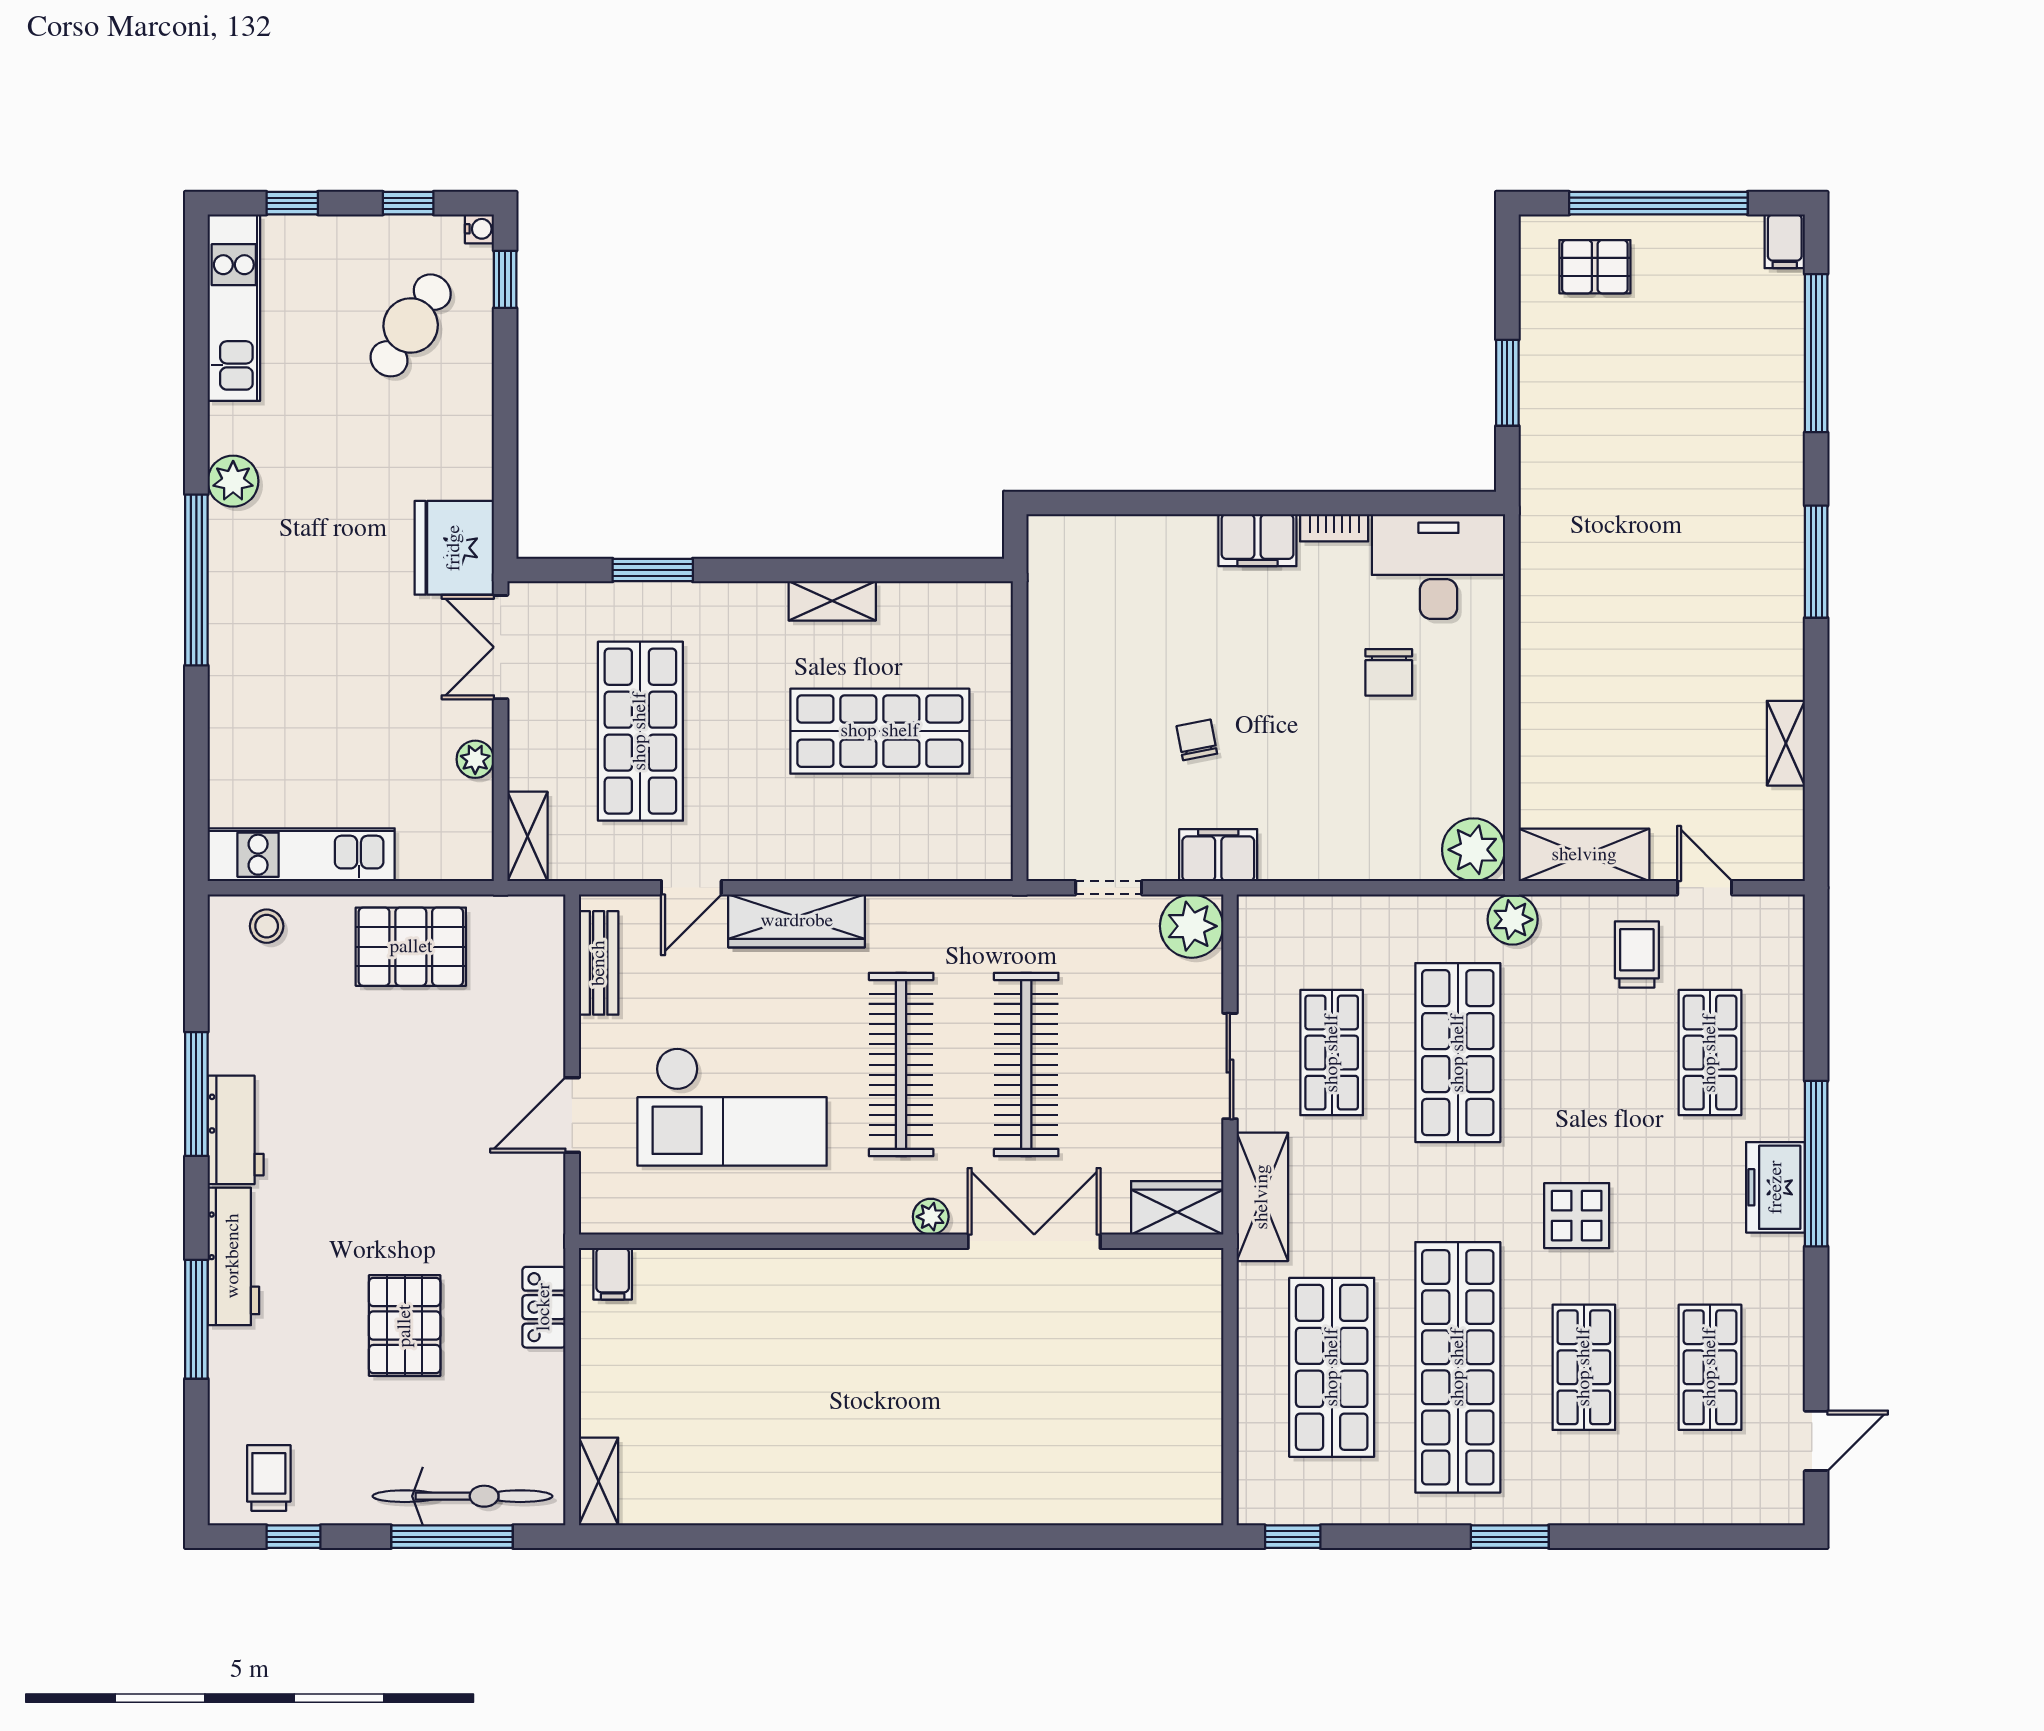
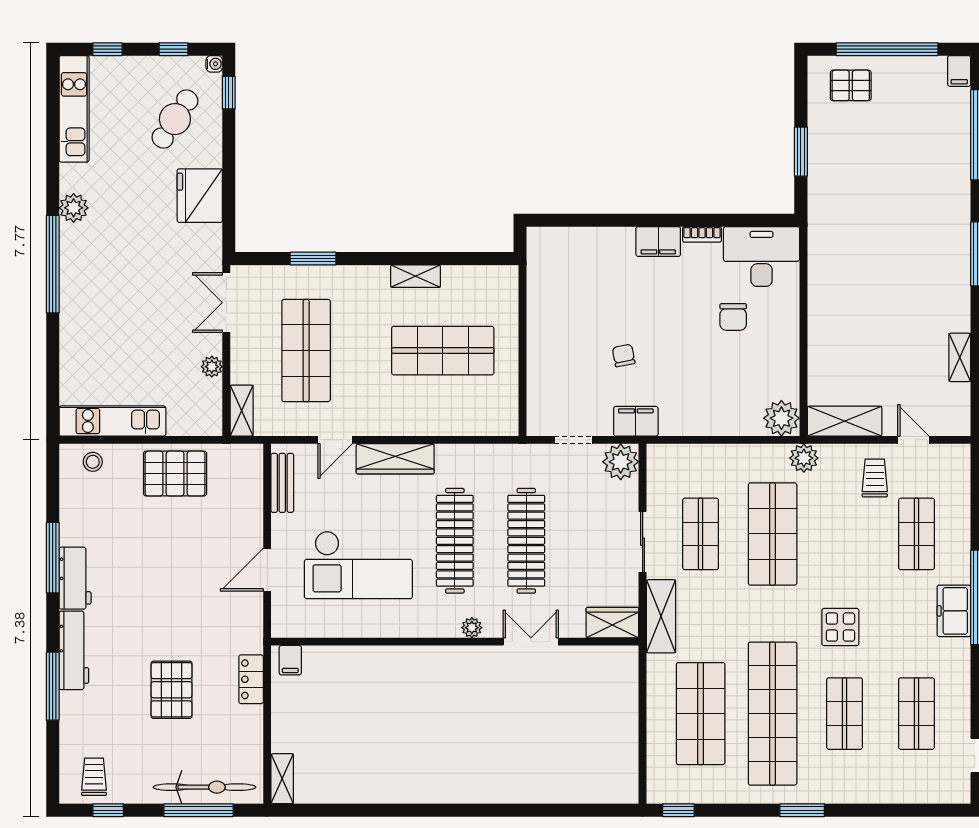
fridge: (454, 548) -> (200, 196), moved
double door: (1034, 1241) -> (531, 642), width x0.73

